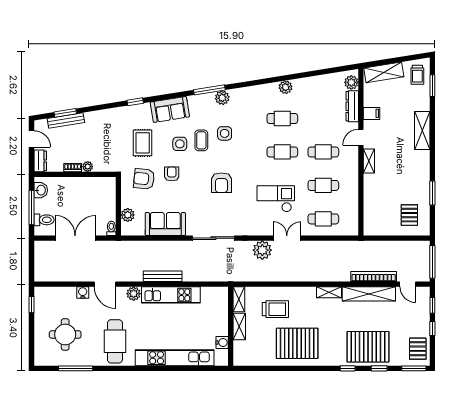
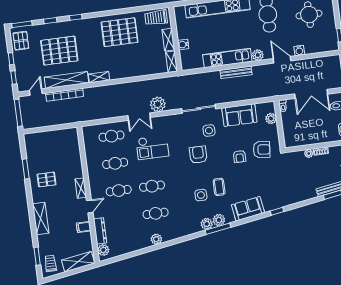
plant: (207, 100) -> (219, 220), added
rug: (143, 143) -> (267, 179), removed
side table: (180, 144) -> (209, 130), moved
pallet: (409, 215) -> (47, 179), moved, turned 90
door: (408, 284) -> (36, 92), hinge flipped
trolley: (275, 309) -> (156, 18), moved
water cooler: (222, 342) -> (183, 44), moved
pallet: (368, 347) -> (59, 51), moved

